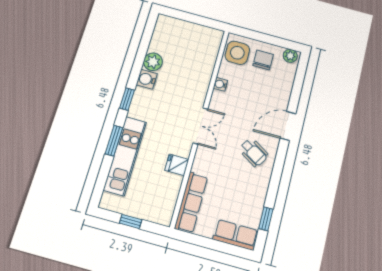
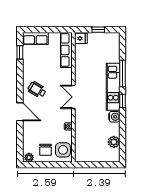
plant: (153, 62) -> (114, 142), moved
door: (288, 126) -> (20, 112), hinge flipped
window: (114, 141) -> (122, 74), width x1.44
kitchen unit: (125, 156) -> (113, 87), moved
fridge: (177, 165) -> (81, 38), moved

